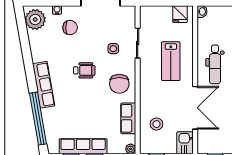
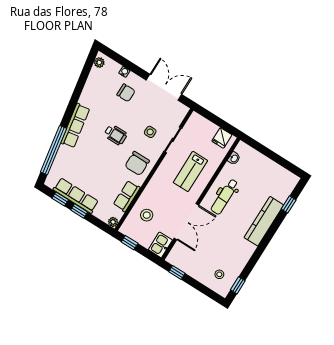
washbasin: (202, 12) -> (234, 158), moved
plant: (35, 19) -> (99, 62), width x0.53, depth x0.53

